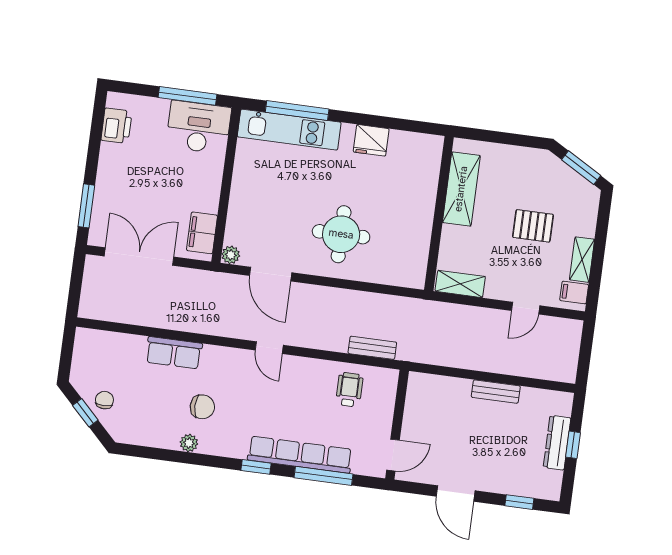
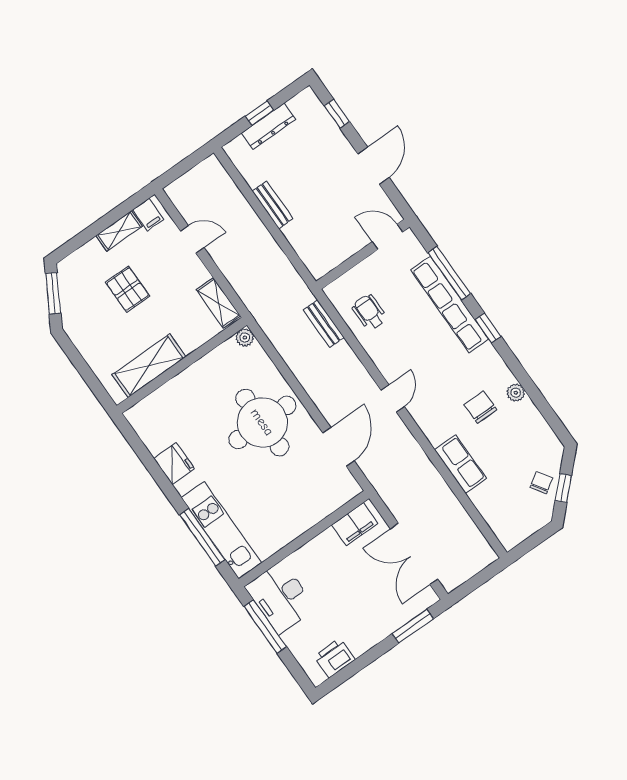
round table: (341, 234) -> (262, 422), width x1.36, depth x1.36
plant: (231, 255) -> (245, 337), moved
wheelchair: (349, 390) -> (369, 312), turned 90
chair: (104, 400) -> (541, 483), turned 147

